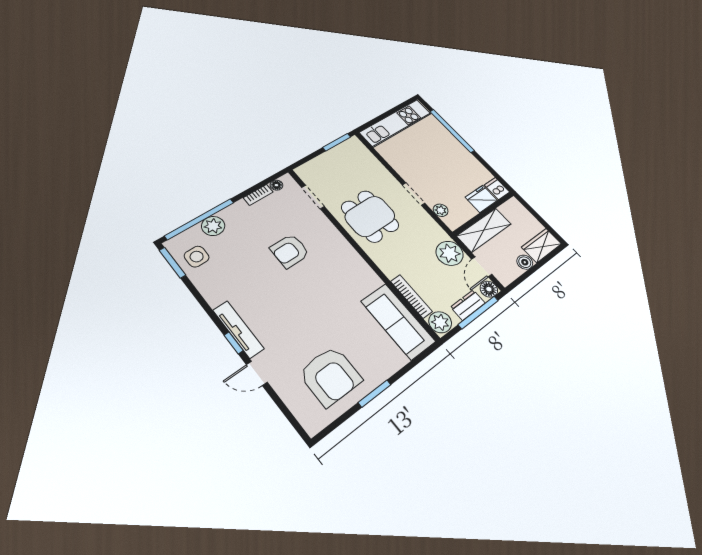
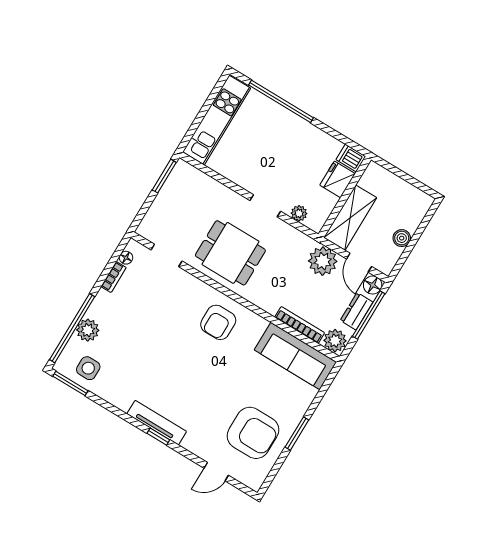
wardrobe: (541, 245) -> (415, 210), removed
armchair: (290, 251) -> (218, 322), moved
door: (257, 373) -> (216, 472), moved

